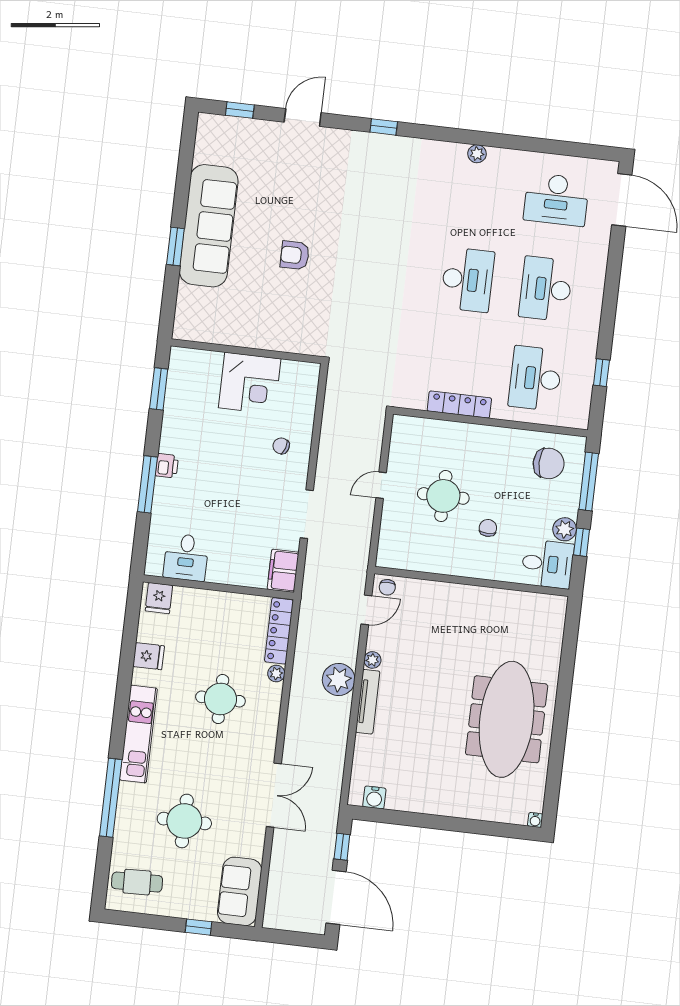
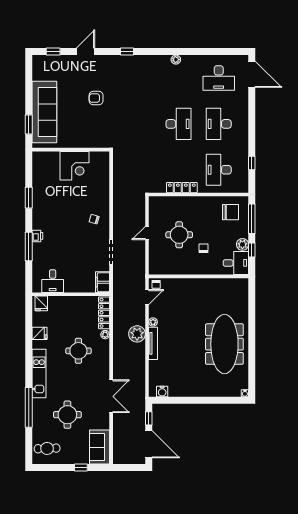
armchair: (295, 255) -> (96, 98), moved
wall: (246, 351) -> (71, 150), moved
corner desk: (250, 383) -> (74, 166), moved

